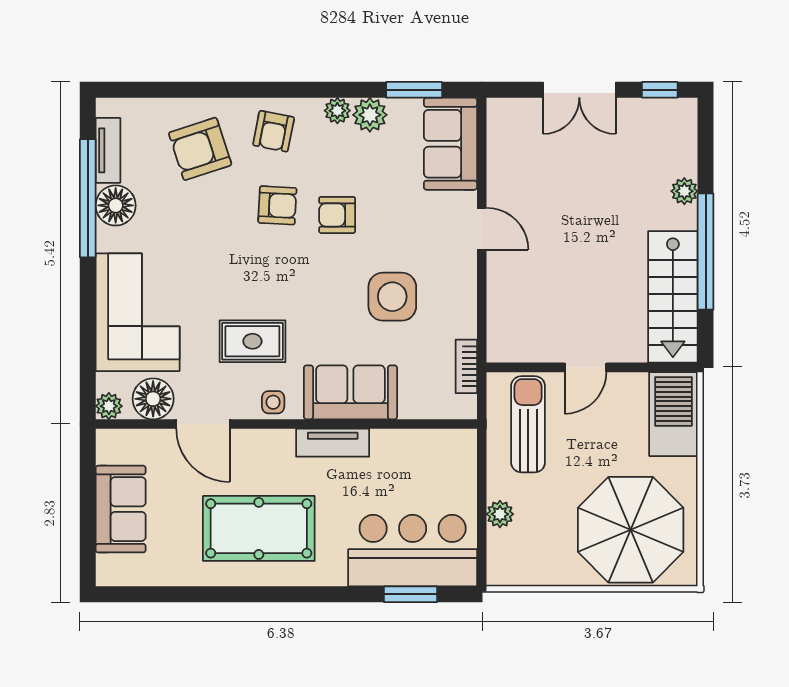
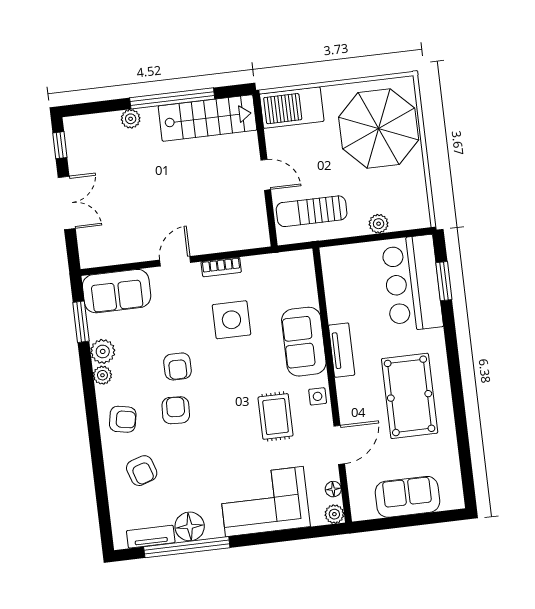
armchair: (200, 149) -> (142, 471), width x0.72, depth x0.72
bookcase: (466, 366) -> (221, 267), moved
floor lamp: (153, 399) -> (333, 489), width x0.53, depth x0.53

